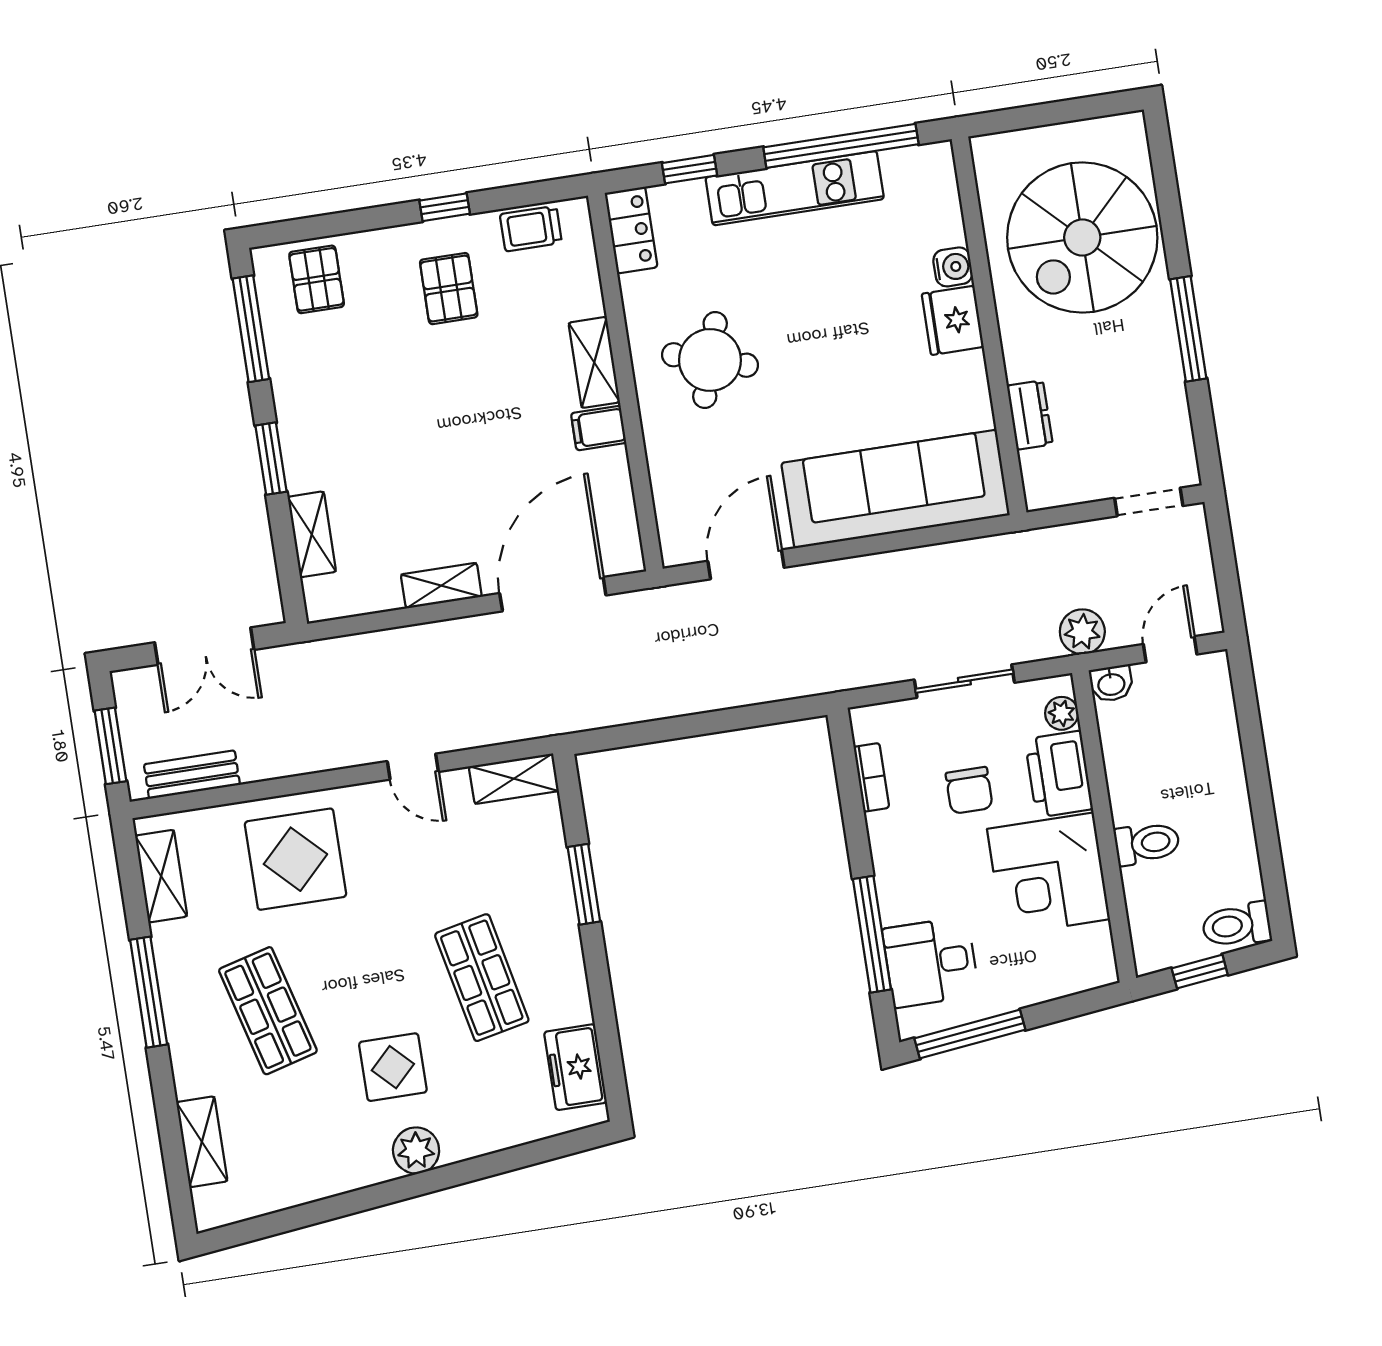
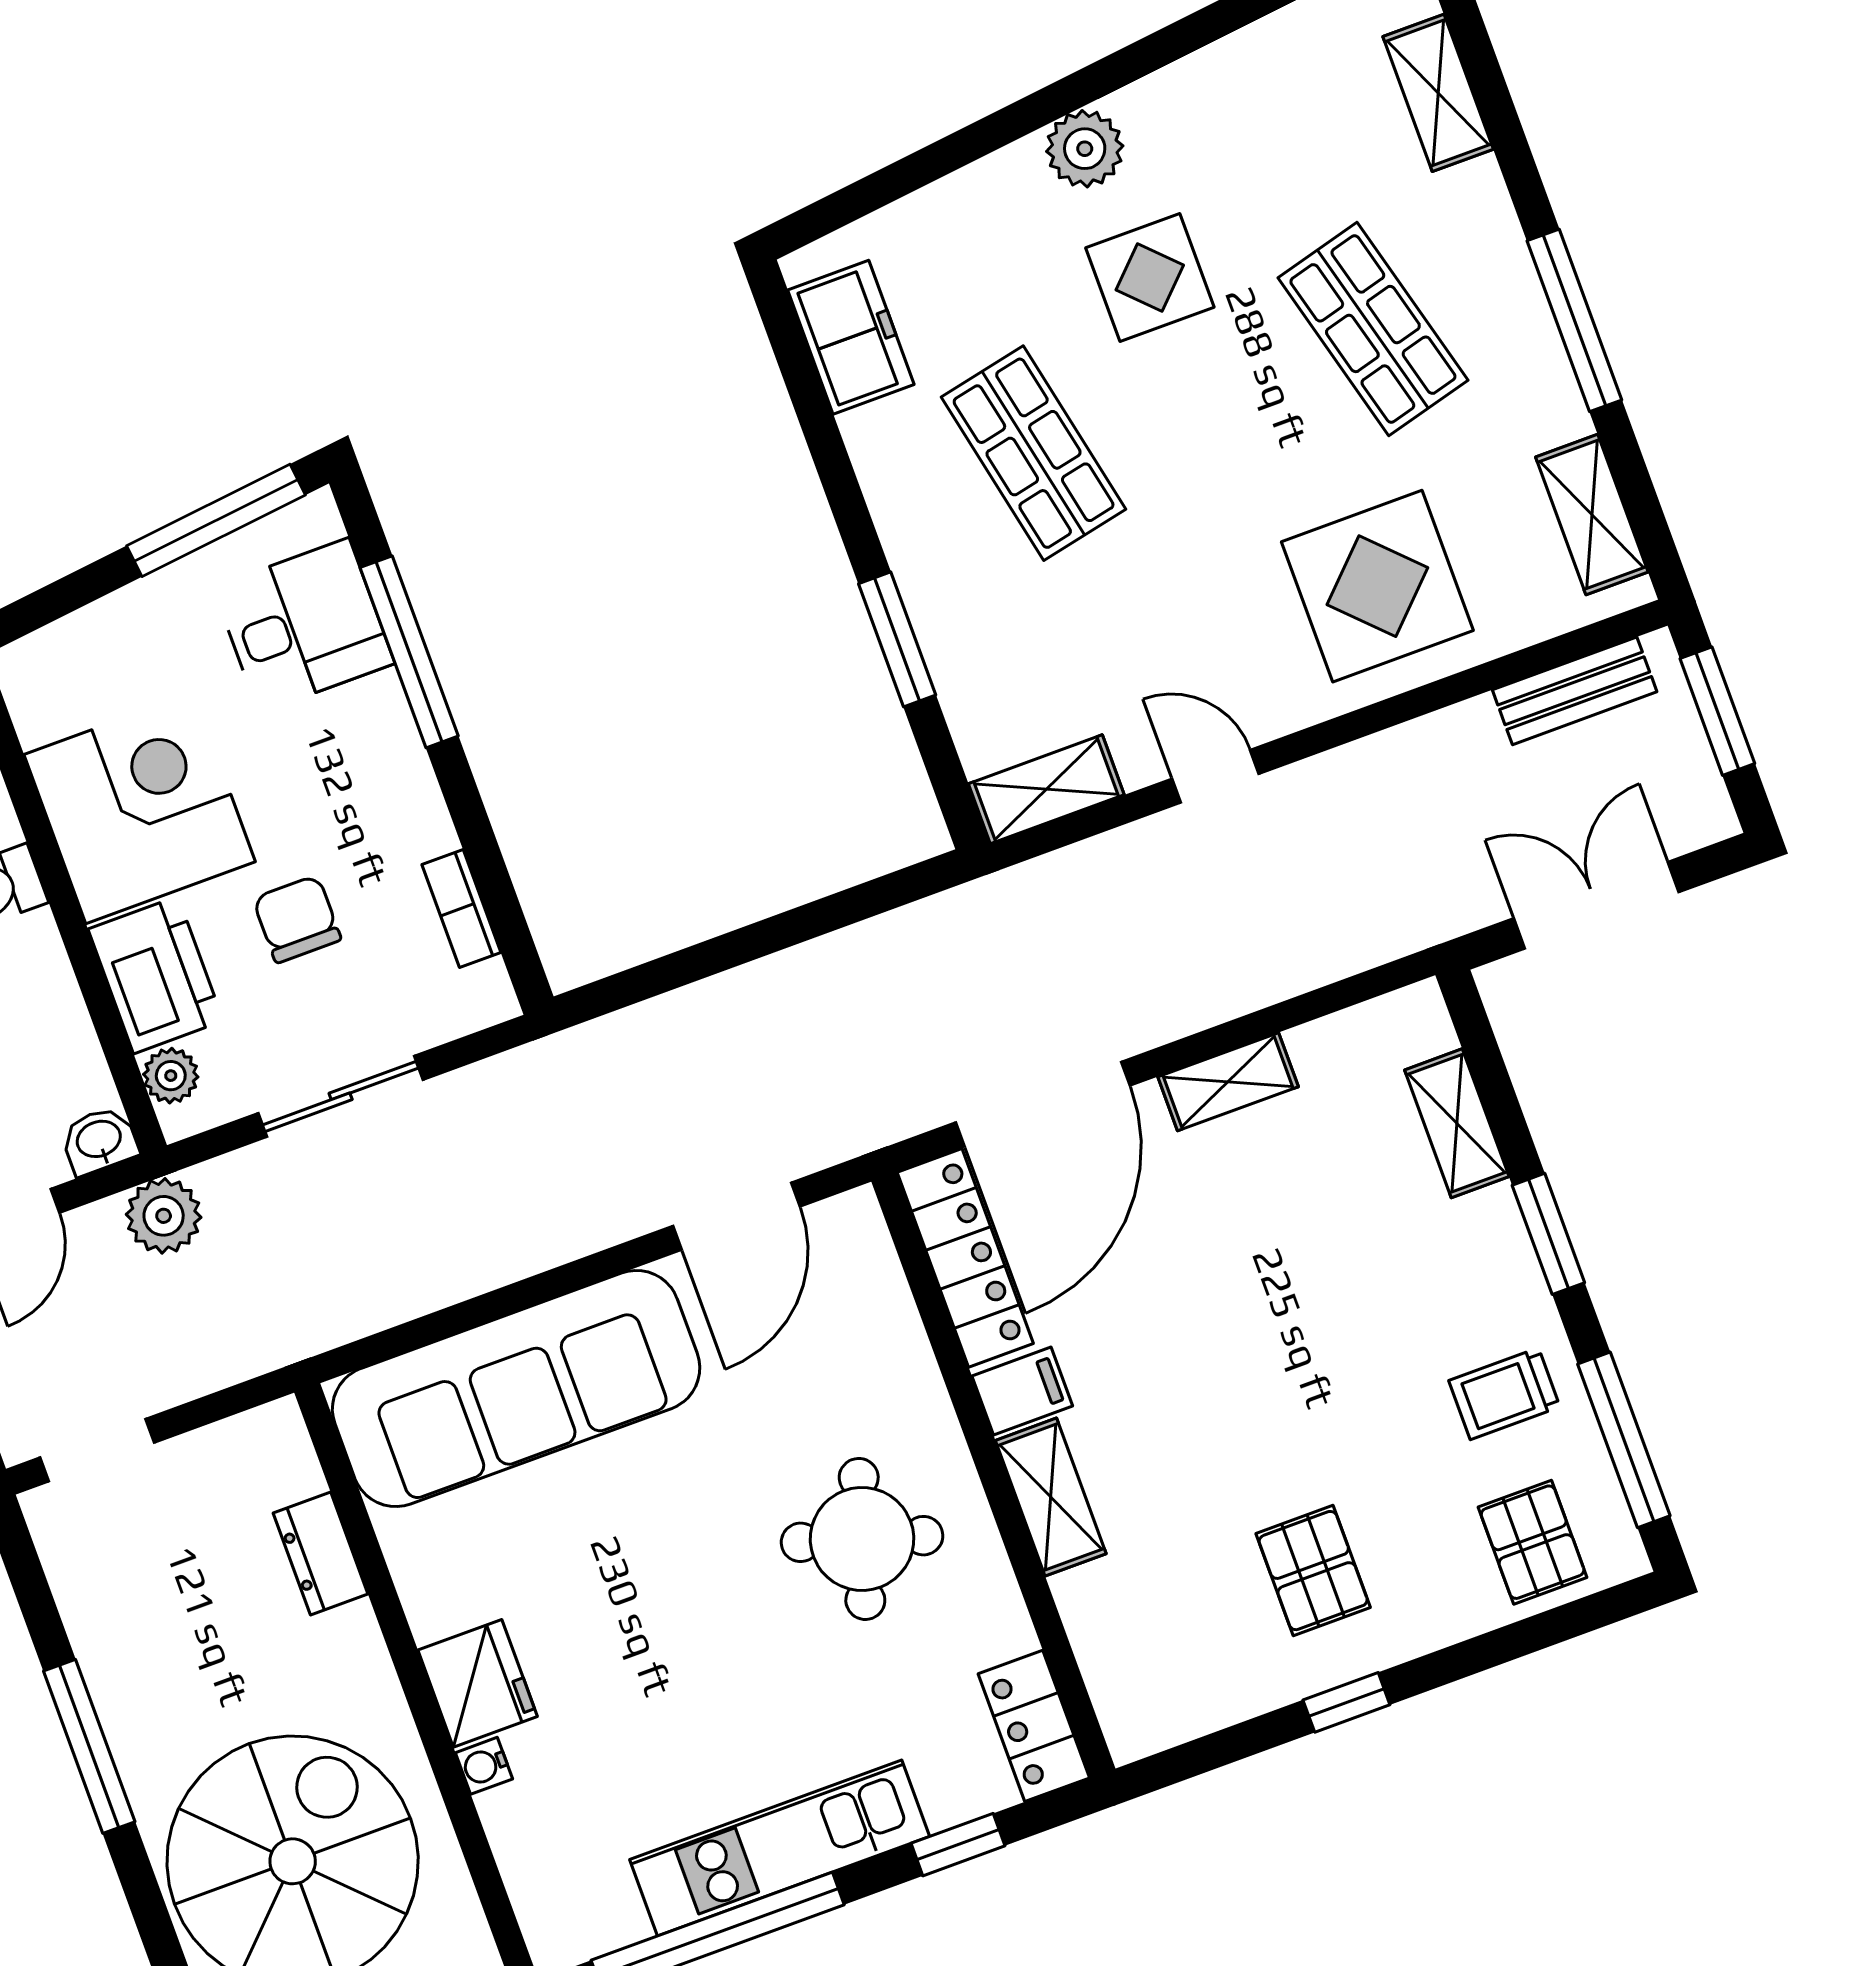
trolley: (531, 229) -> (1504, 1394), moved, turned 180
water cooler: (953, 267) -> (484, 1766), width x0.72, depth x0.72
locker: (616, 513) -> (965, 1258), added

